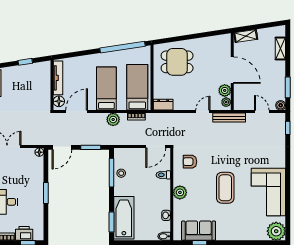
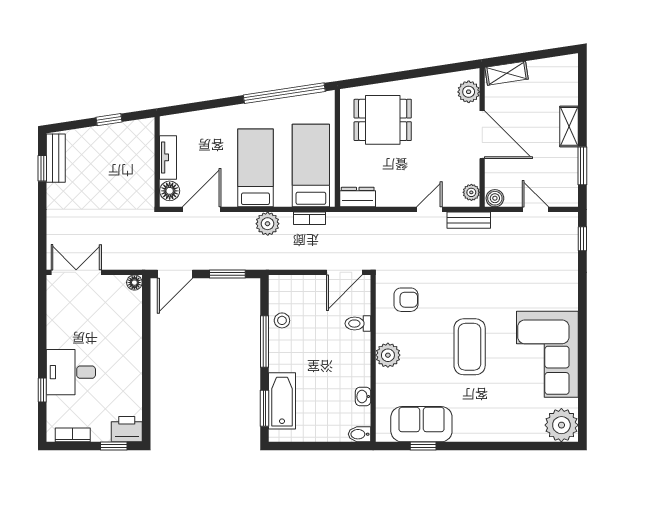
shelving: (280, 49) -> (569, 126), moved
tv unit: (58, 78) -> (168, 157), width x0.71
plant: (225, 90) -> (469, 92), moved
boiler: (281, 105) -> (495, 198), moved
bench: (229, 118) -> (469, 220), width x0.73
armchair: (190, 162) -> (406, 300), turned 180
window: (111, 173) -> (265, 341), moved
window: (46, 193) -> (146, 356), removed
bathtub: (124, 218) -> (282, 401), width x0.73, depth x0.73
printer: (24, 233) -> (127, 429), moved

